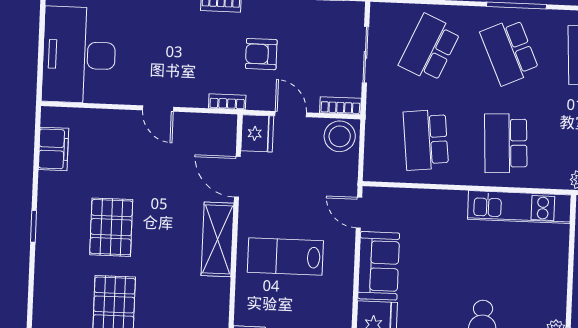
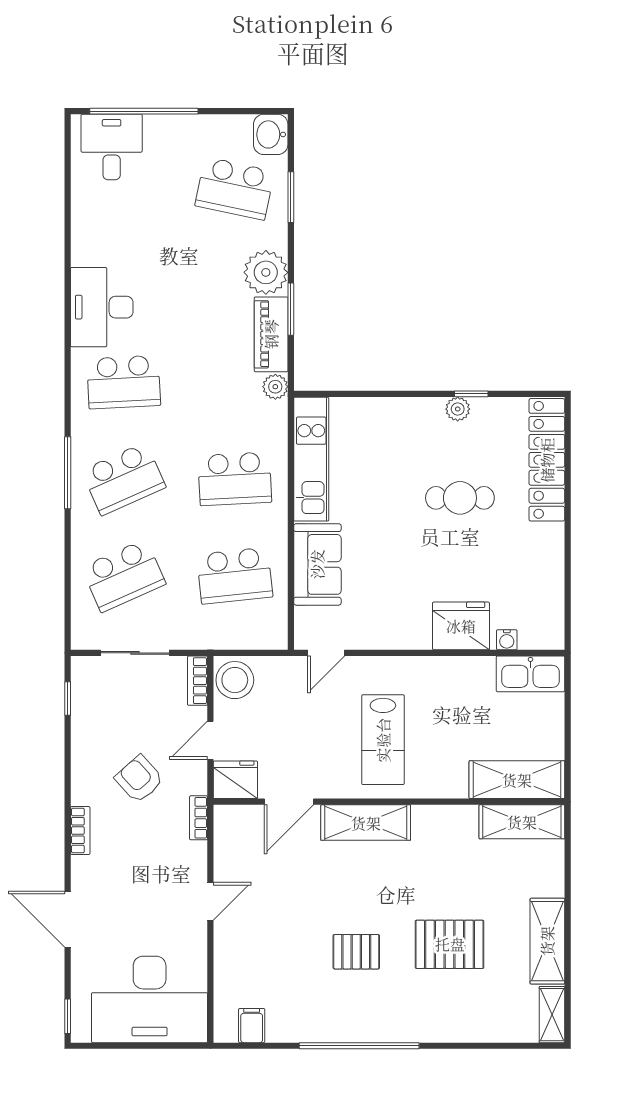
school desk: (430, 48) -> (124, 576), turned -48
armchair: (261, 54) -> (139, 779), turned 138
filing cabinet: (53, 149) -> (252, 1026), width x0.50
window: (34, 226) -> (359, 1046), width x3.17
pallet: (111, 227) -> (356, 952), width x0.67, depth x0.71
sofa: (379, 266) -> (317, 564), moved, turned 90

